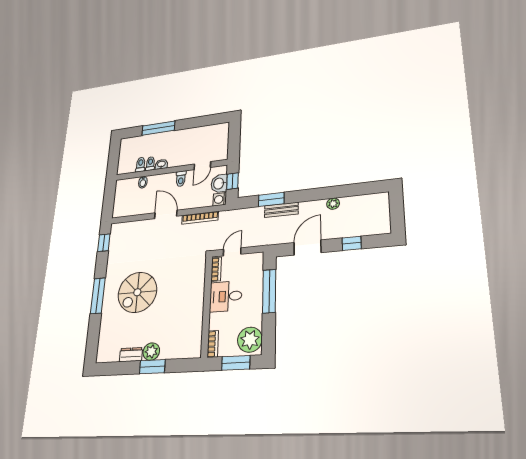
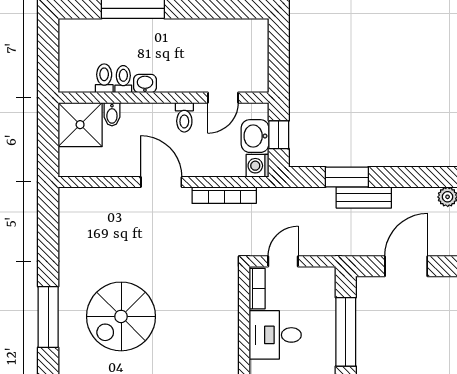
shower: (126, 190) -> (80, 125), added
window: (104, 243) -> (48, 222), removed

